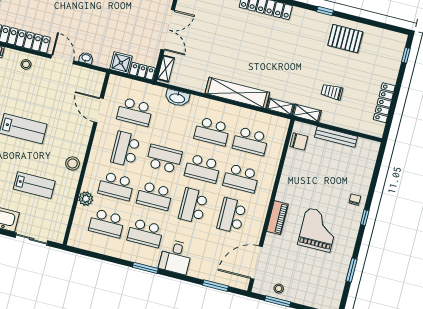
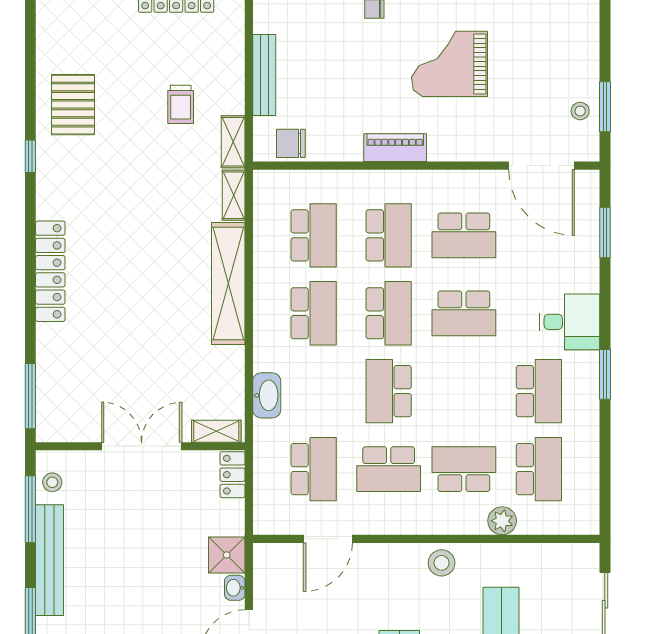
shower: (121, 63) -> (227, 555), moved
chair: (299, 141) -> (291, 143), turned -90
school desk: (116, 186) -> (464, 469), turned -90
school desk: (155, 196) -> (464, 391), removed
piano: (277, 218) -> (395, 148), moved

